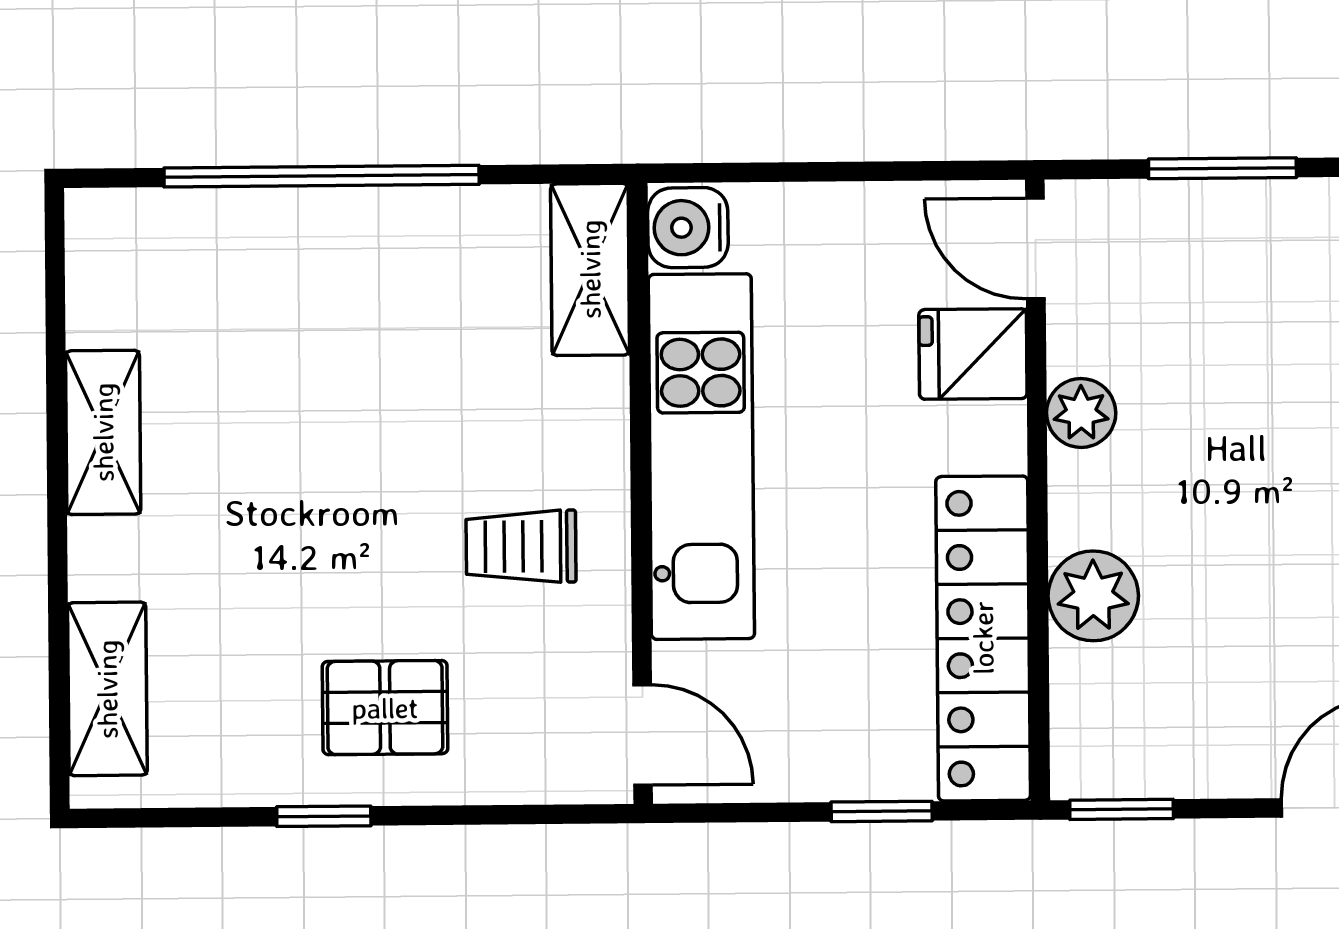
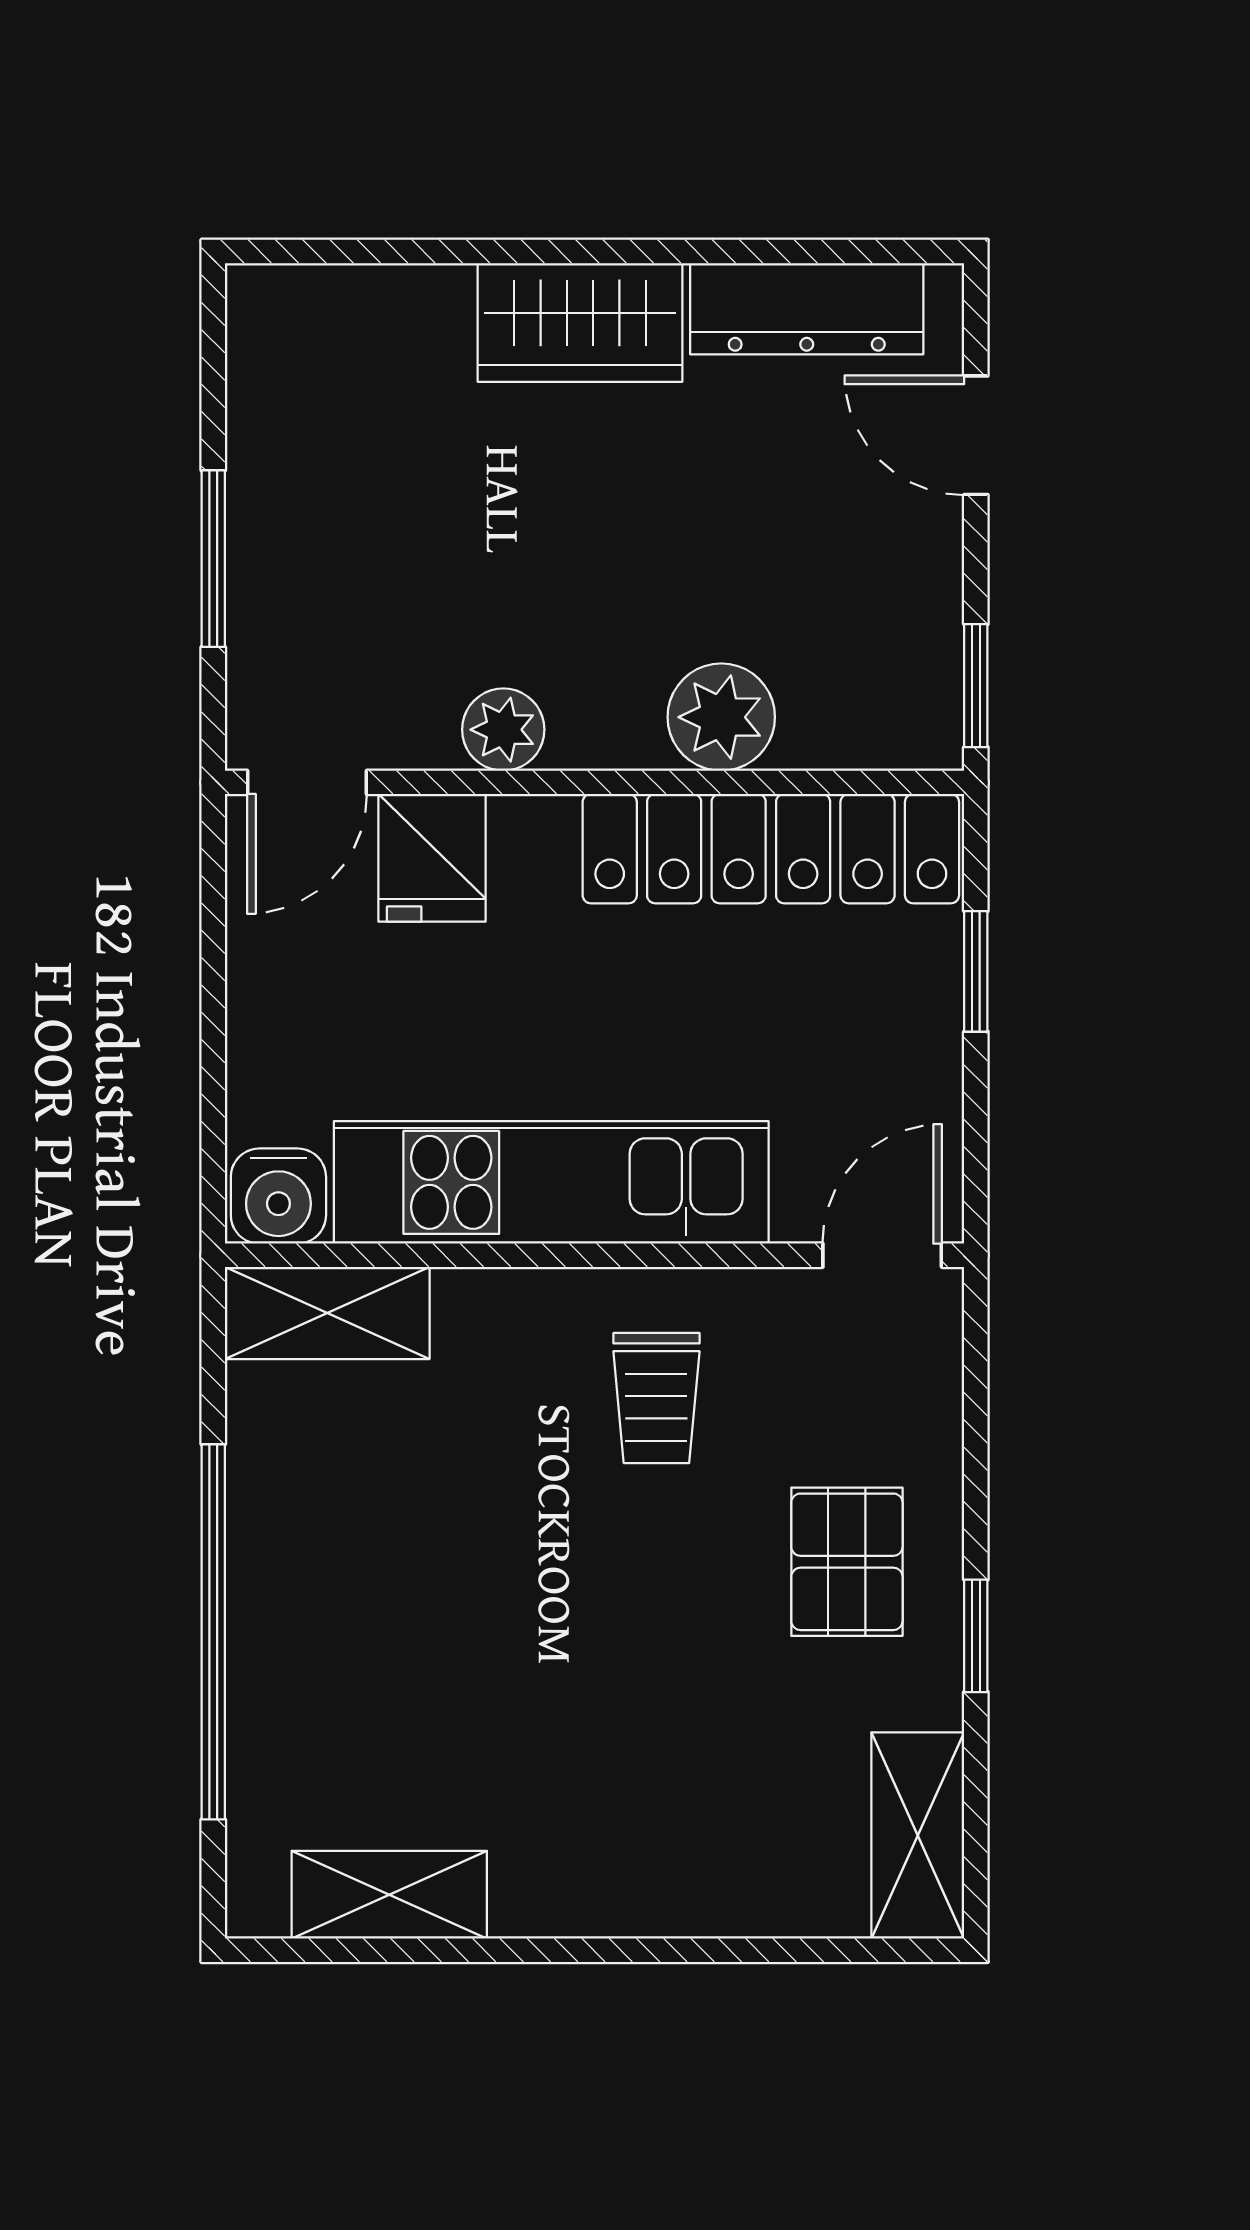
shelving: (103, 432) -> (389, 1895), moved
shelving: (107, 689) -> (918, 1835), moved, turned 90

